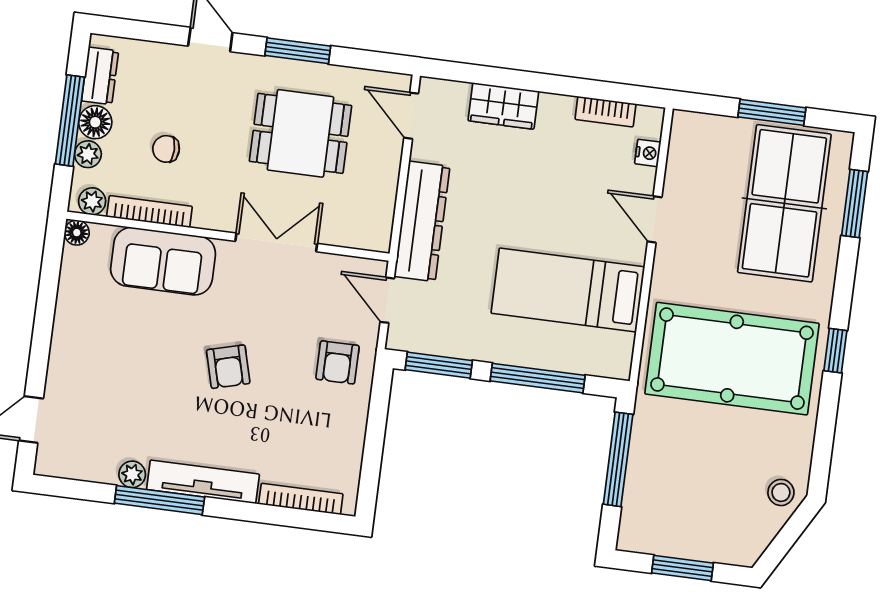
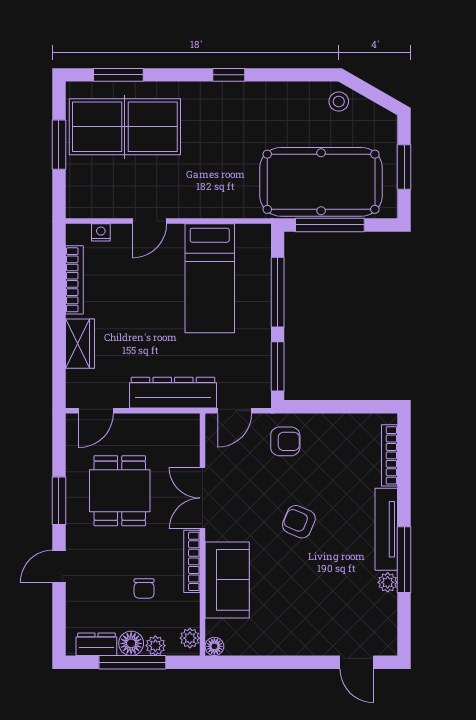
bookcase: (606, 112) -> (74, 280), width x1.56
bookcase: (149, 212) -> (192, 561), moved
pool table: (732, 359) -> (321, 182), moved, turned 90
armchair: (228, 367) -> (299, 522), turned -142

